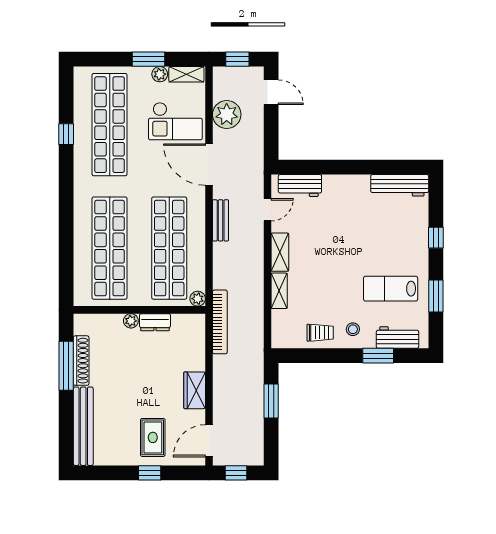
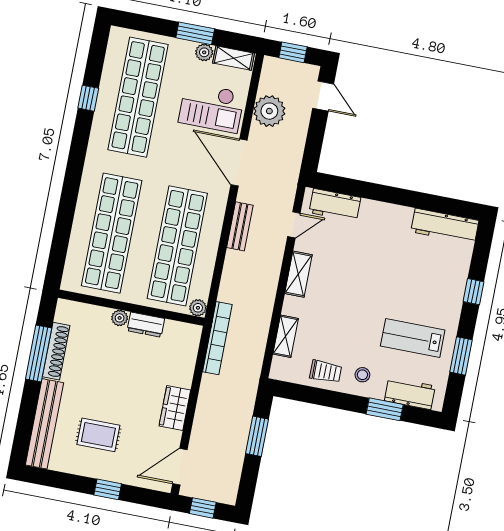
shelving: (279, 291) -> (286, 336), moved
rug: (153, 437) -> (98, 435), moved, turned 90

